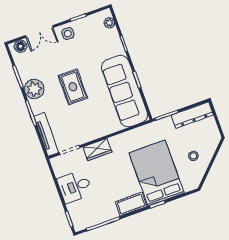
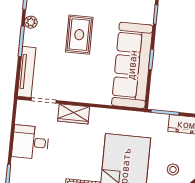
plant: (34, 89) -> (31, 22), width x0.53, depth x0.53

